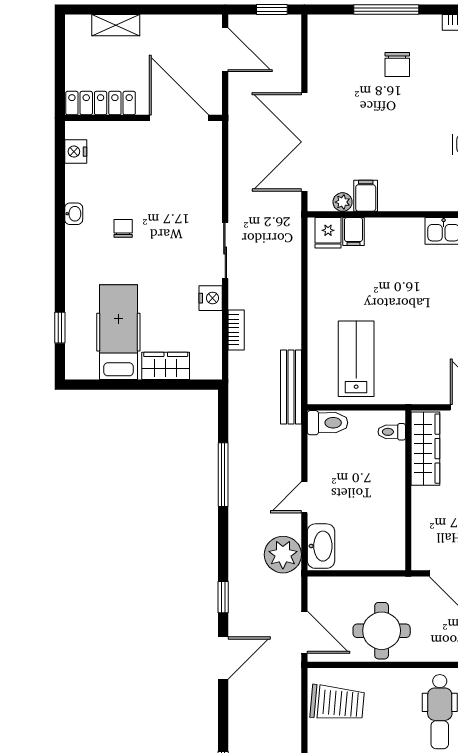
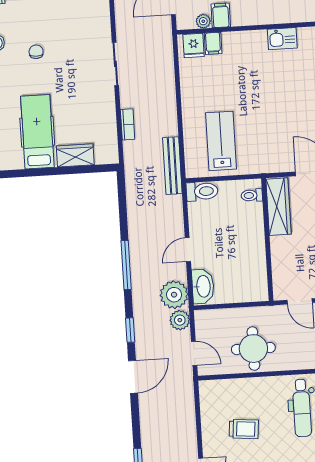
nightstand: (211, 298) -> (107, 101), removed
window: (223, 475) -> (126, 265), moved
plant: (288, 588) -> (180, 320), added
door: (304, 632) -> (194, 353), width x0.73
trolley: (337, 703) -> (244, 429), moved, width x0.73, depth x0.72

